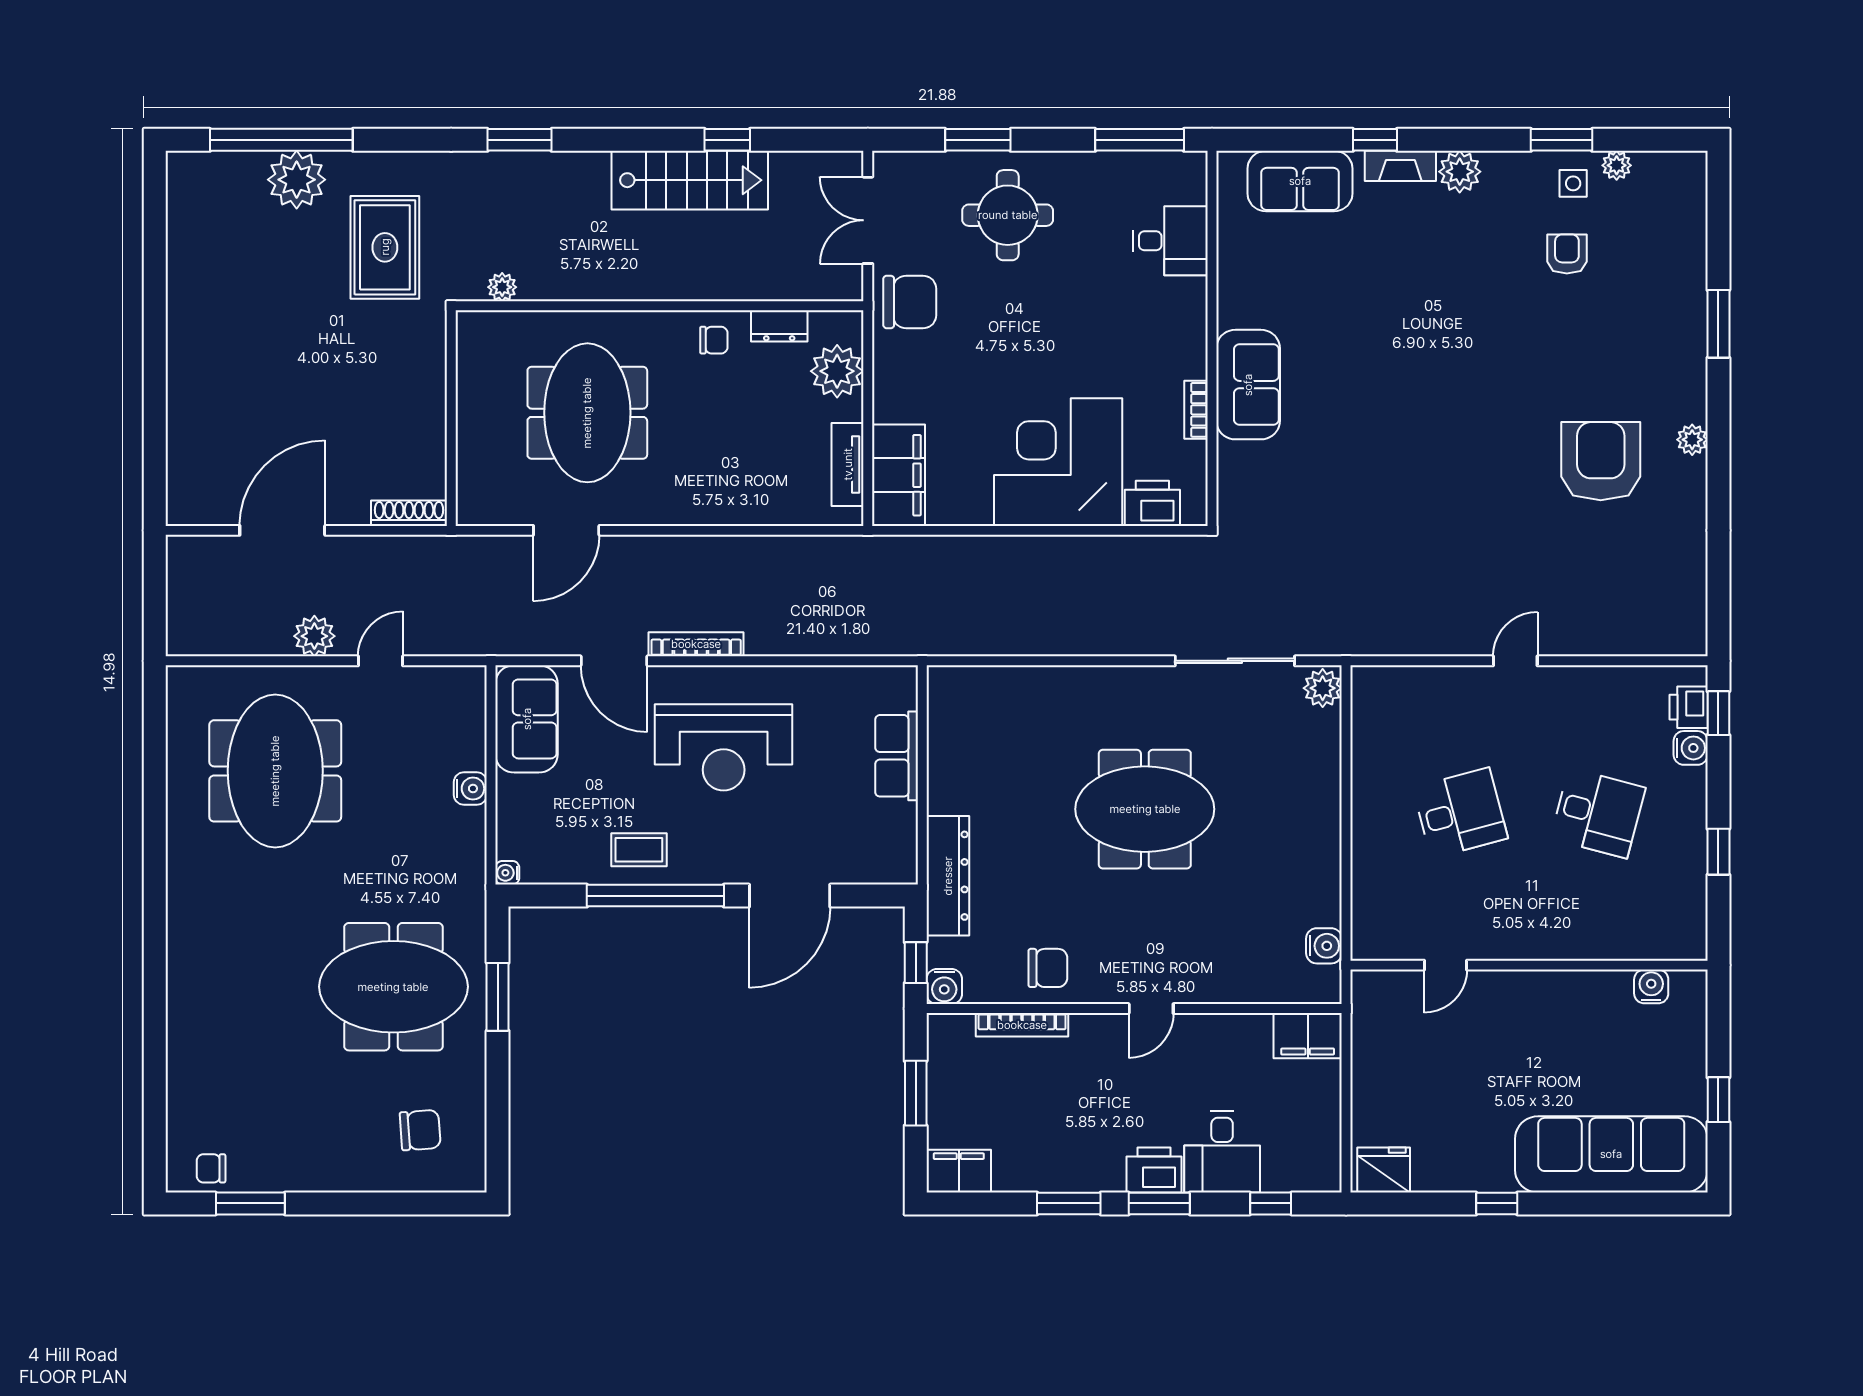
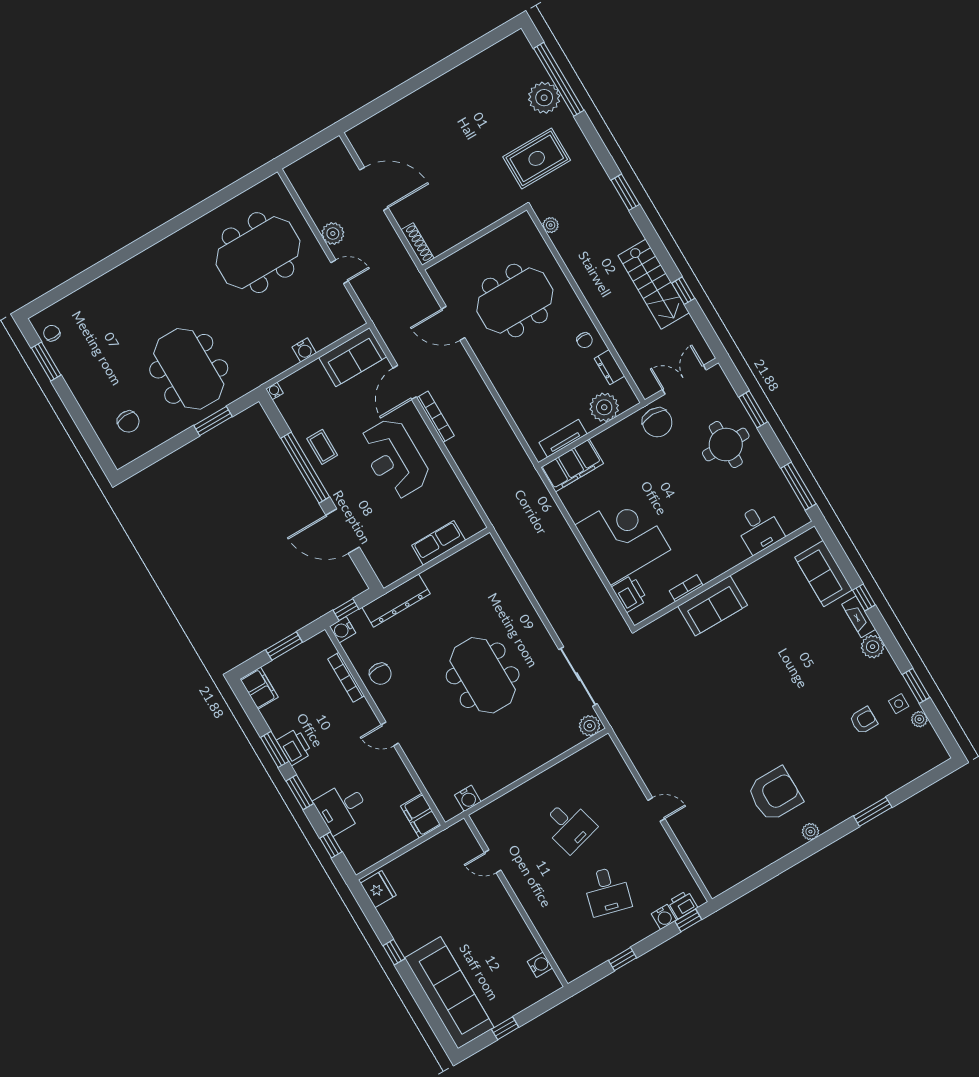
printer: (1154, 1170) -> (294, 747), moved

